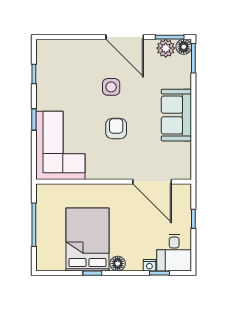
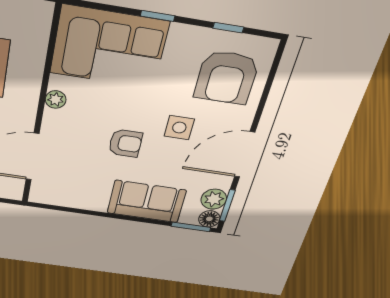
armchair: (68, 66) -> (227, 78), added
sofa: (176, 115) -> (147, 202), moved
armchair: (116, 128) -> (125, 143), moved
plant: (104, 173) -> (56, 99), added

